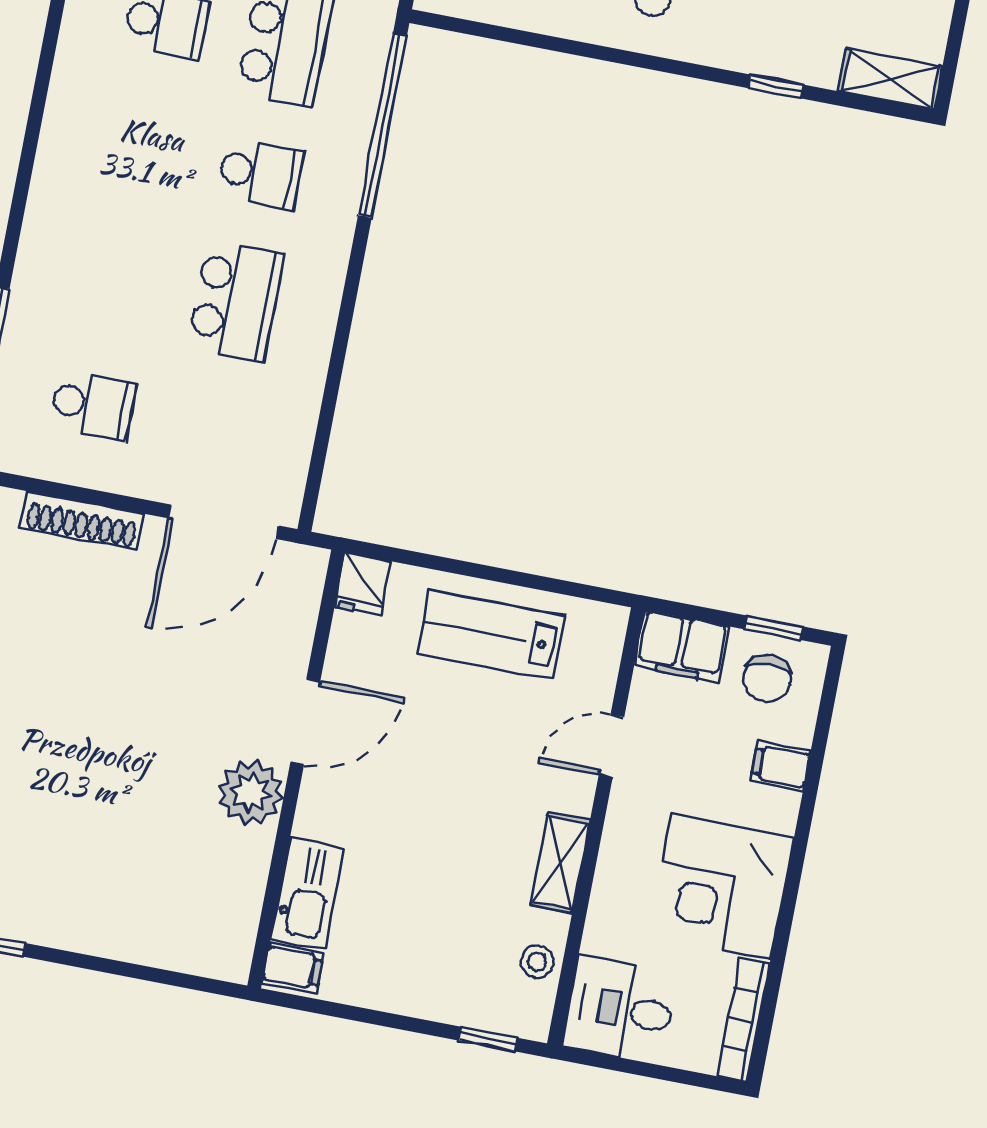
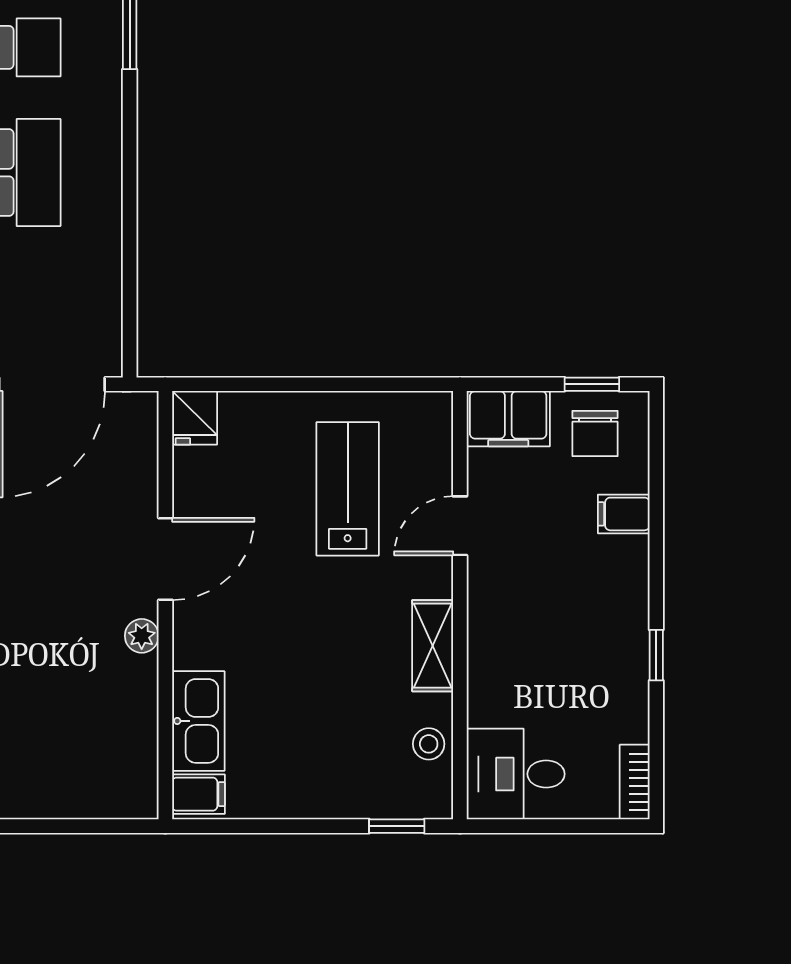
lab bench: (491, 635) -> (348, 489), moved, turned 90
plant: (251, 793) -> (142, 636), width x0.53, depth x0.53
corner desk: (721, 886) -> (590, 639), removed
window: (786, 916) -> (656, 655), added
bookcase: (743, 1020) -> (635, 782), width x0.64

